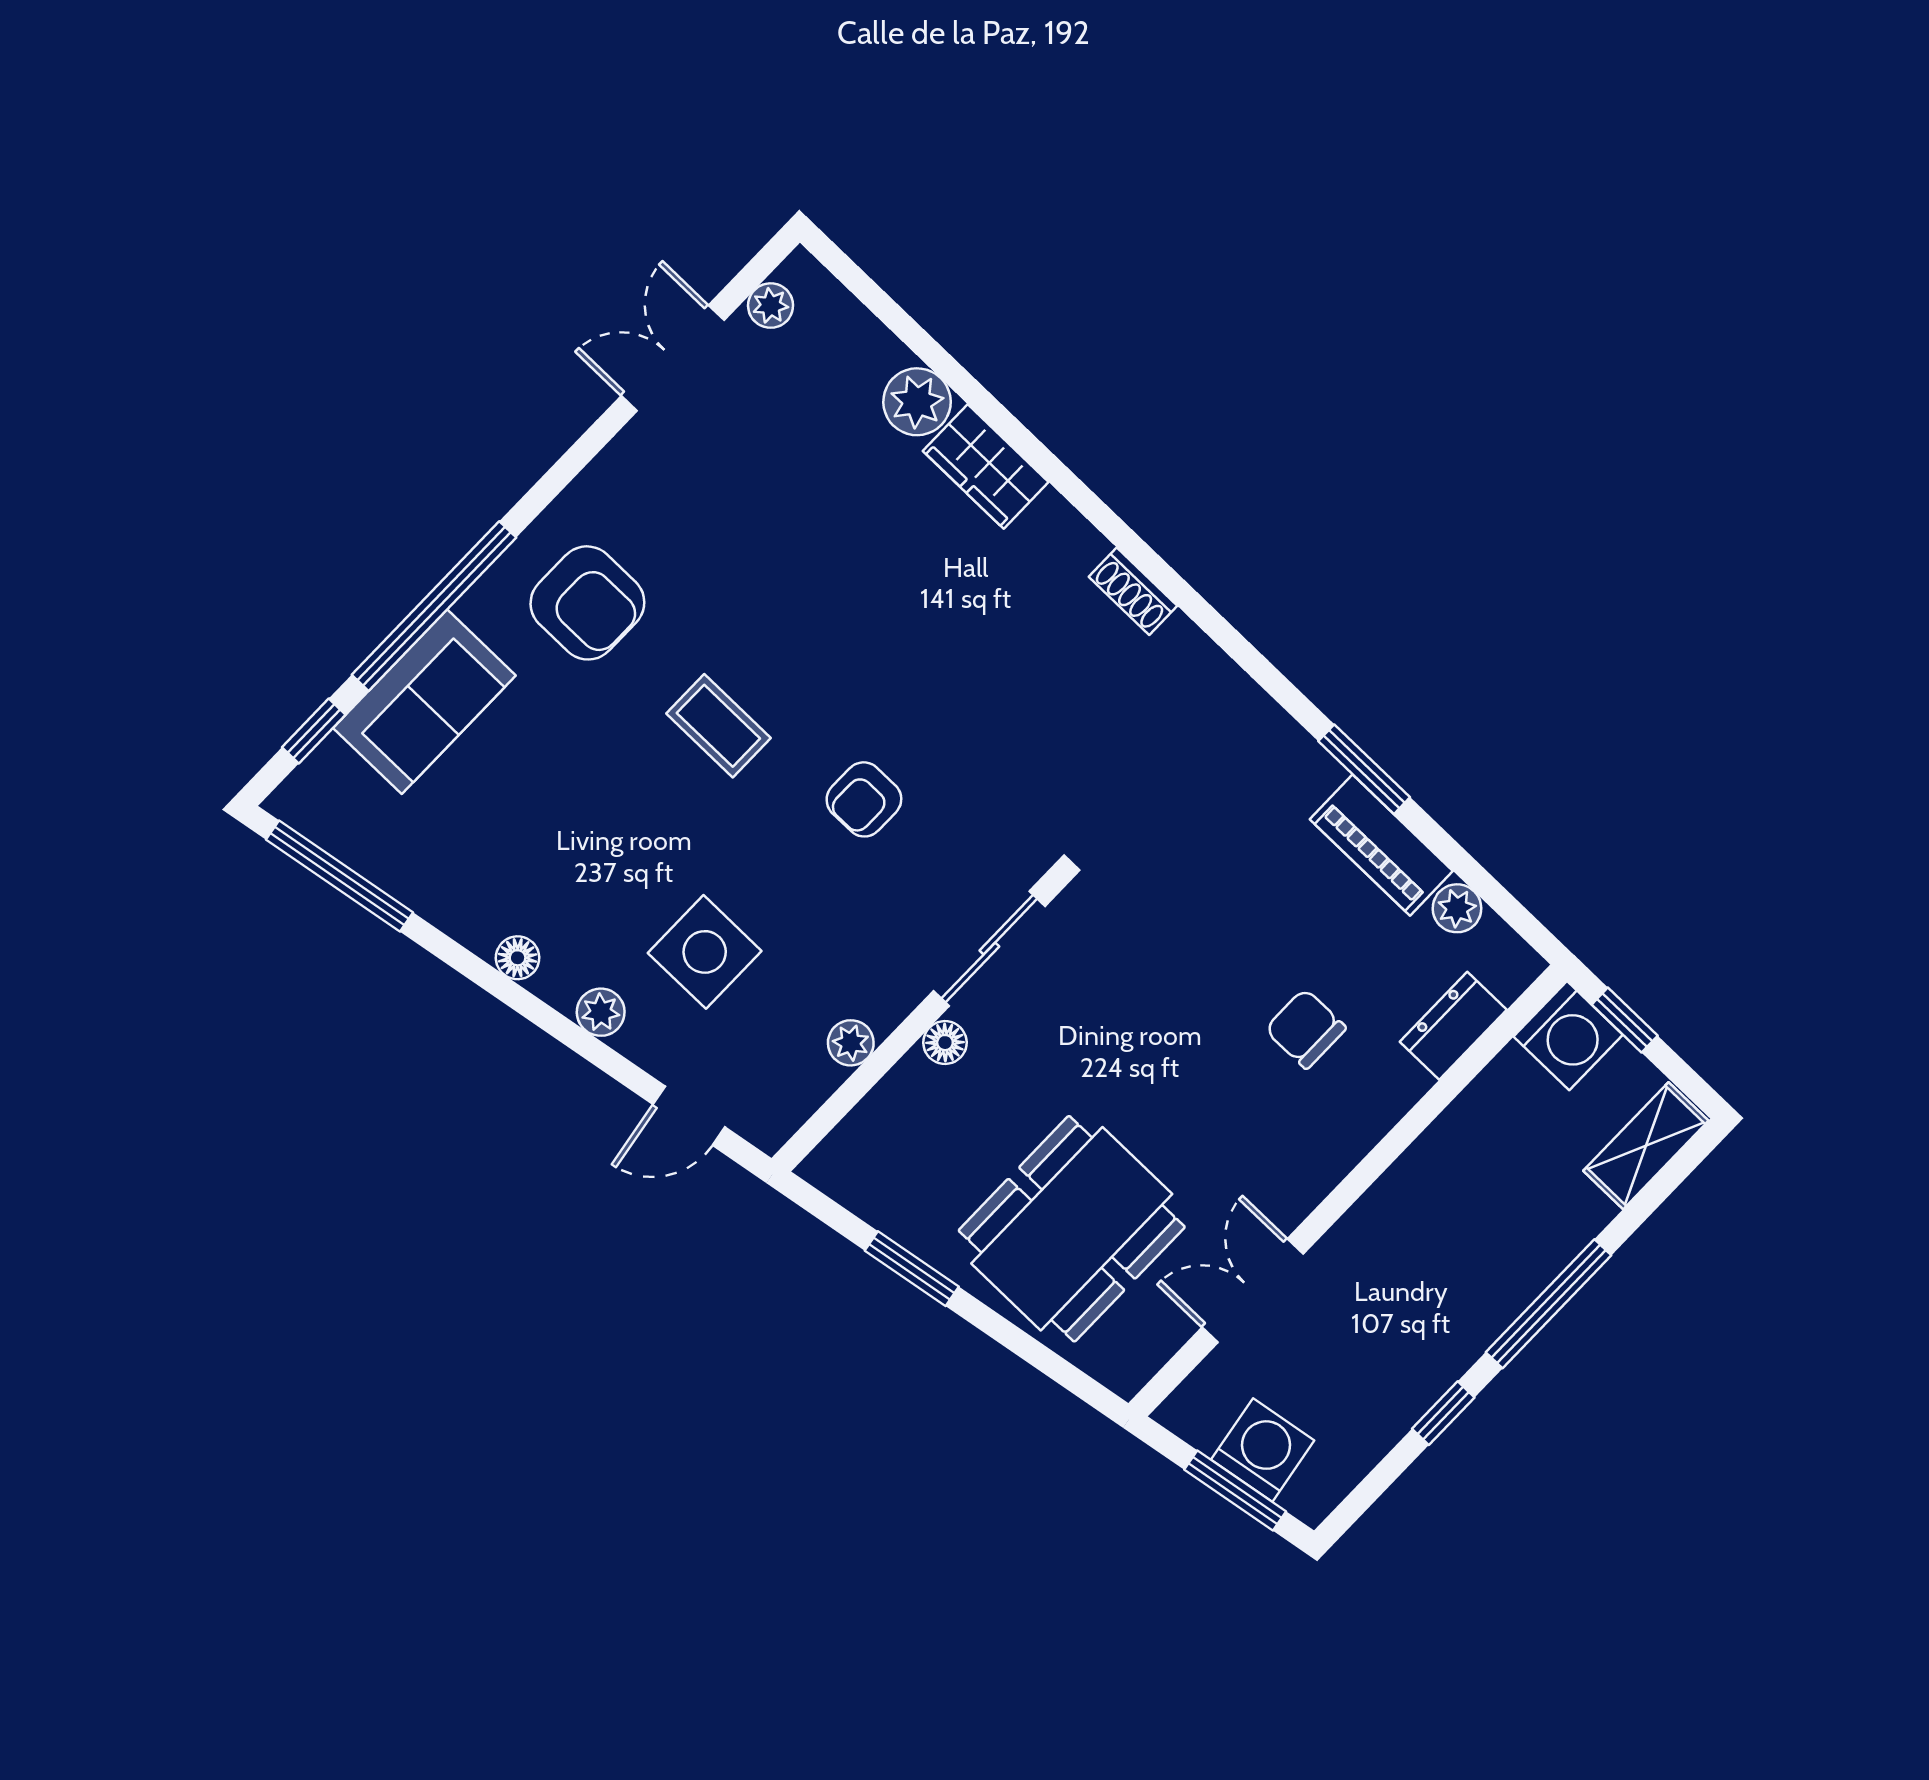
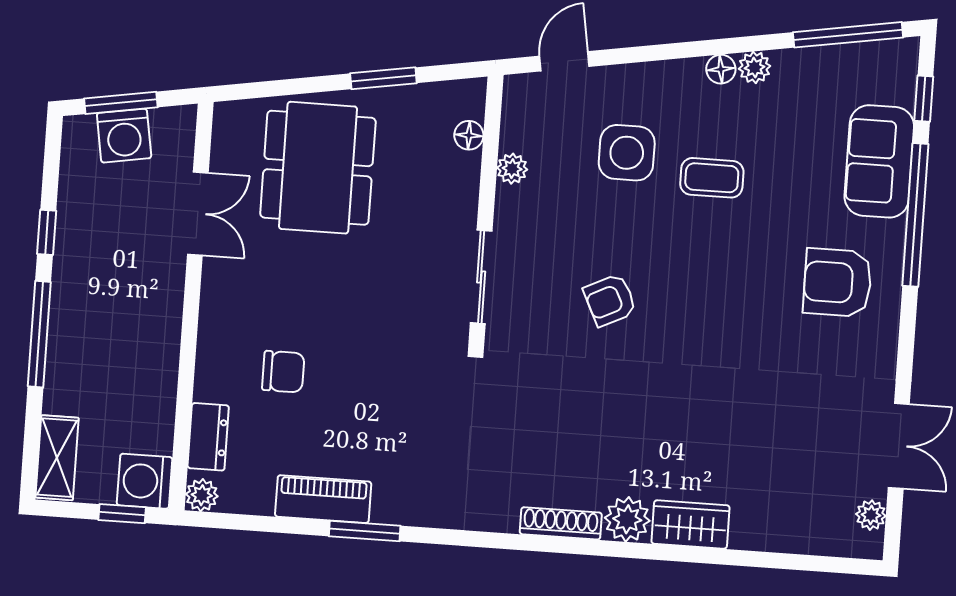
plant: (917, 402) -> (627, 519), moved
shoe rack: (1133, 591) -> (561, 523), width x1.43
coffee table: (718, 726) -> (712, 178), moved
armchair: (864, 799) -> (610, 300), turned -116
plant: (1457, 908) -> (202, 495), moved
plant: (601, 1012) -> (754, 67), moved
floor lamp: (945, 1043) -> (469, 135), moved

